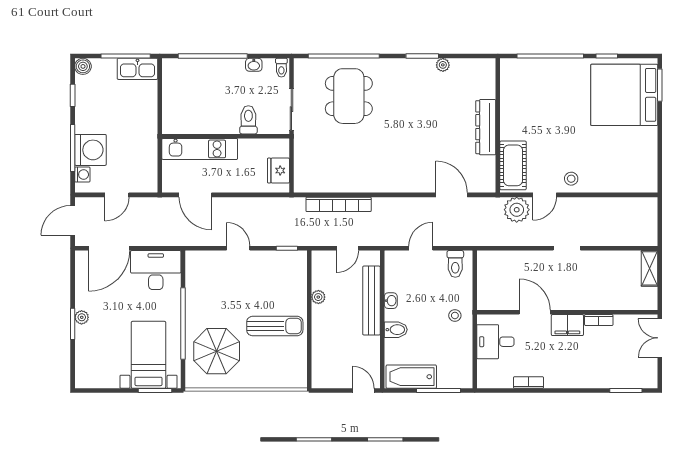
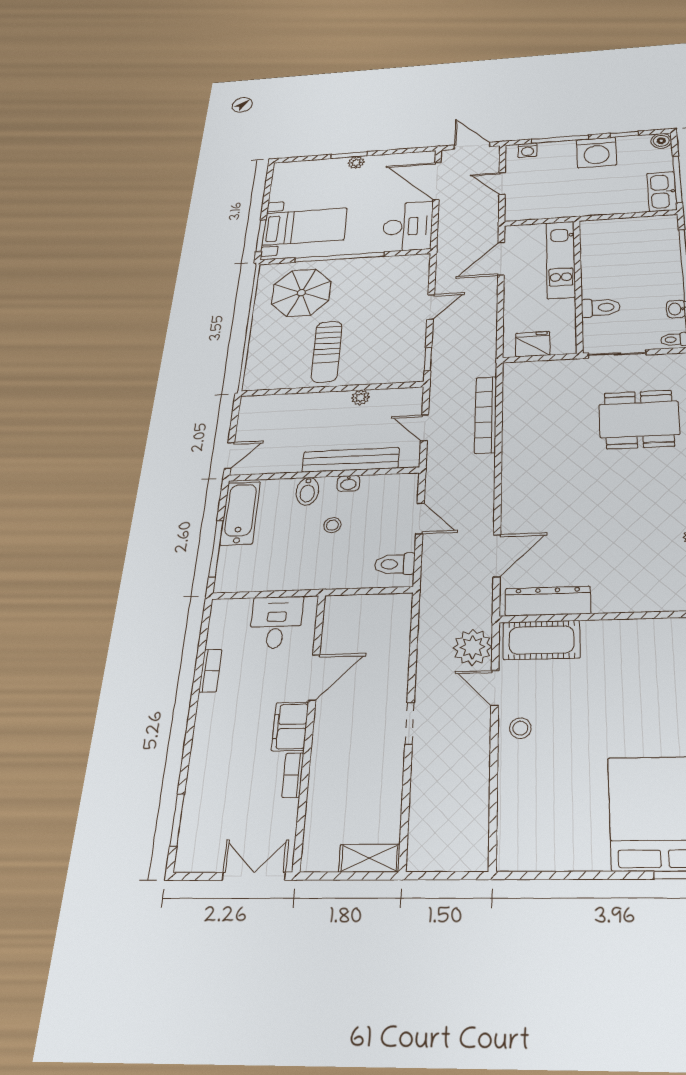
dresser: (486, 127) -> (548, 601), moved
washing machine: (90, 150) -> (596, 152), moved
stool: (455, 315) -> (332, 525), moved

